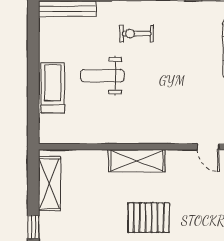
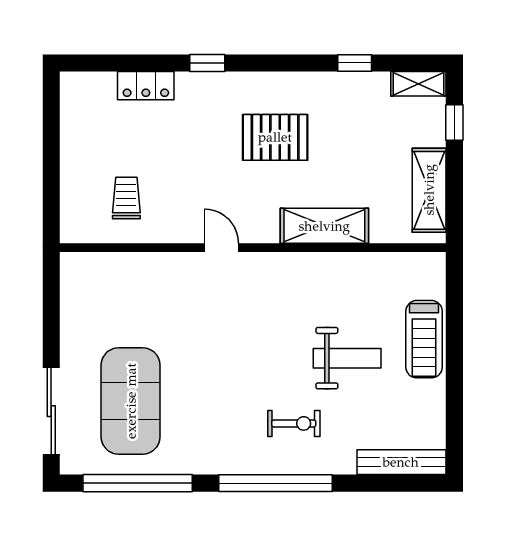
door: (208, 147) -> (221, 248), moved
shelving: (137, 161) -> (324, 226), moved

